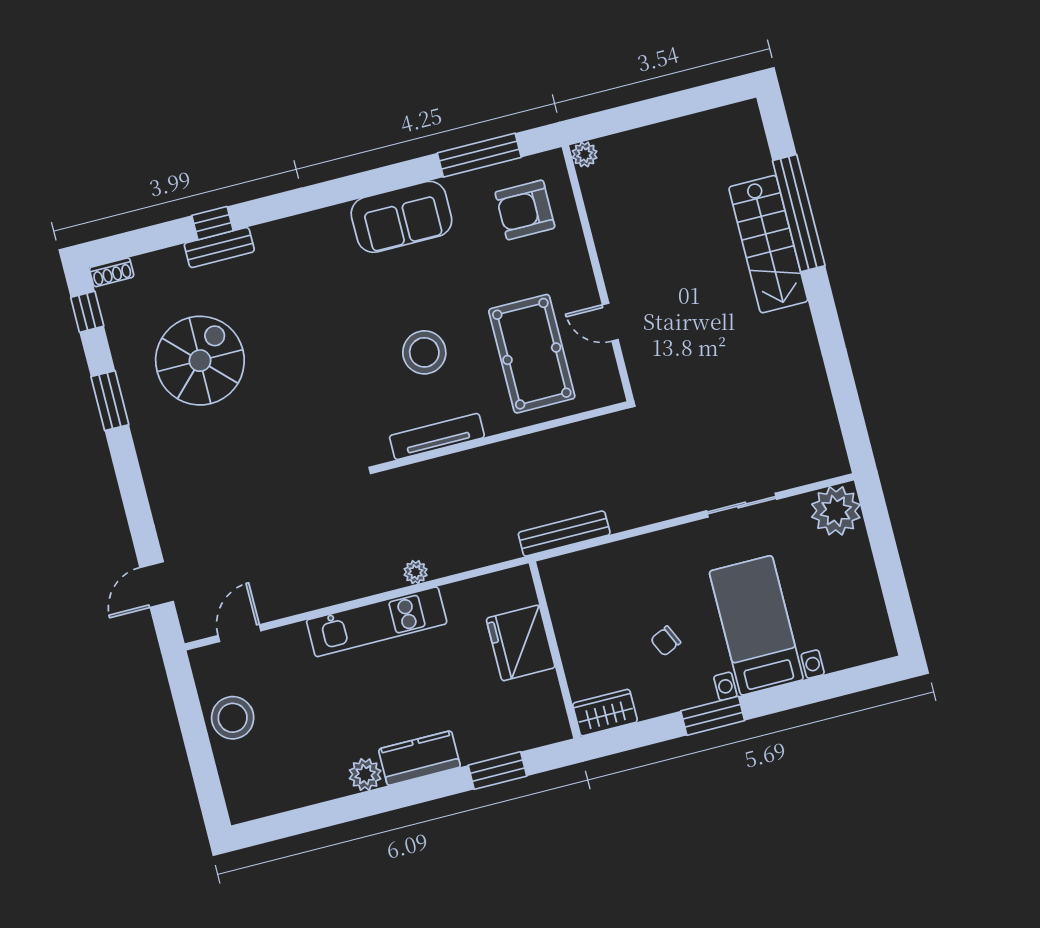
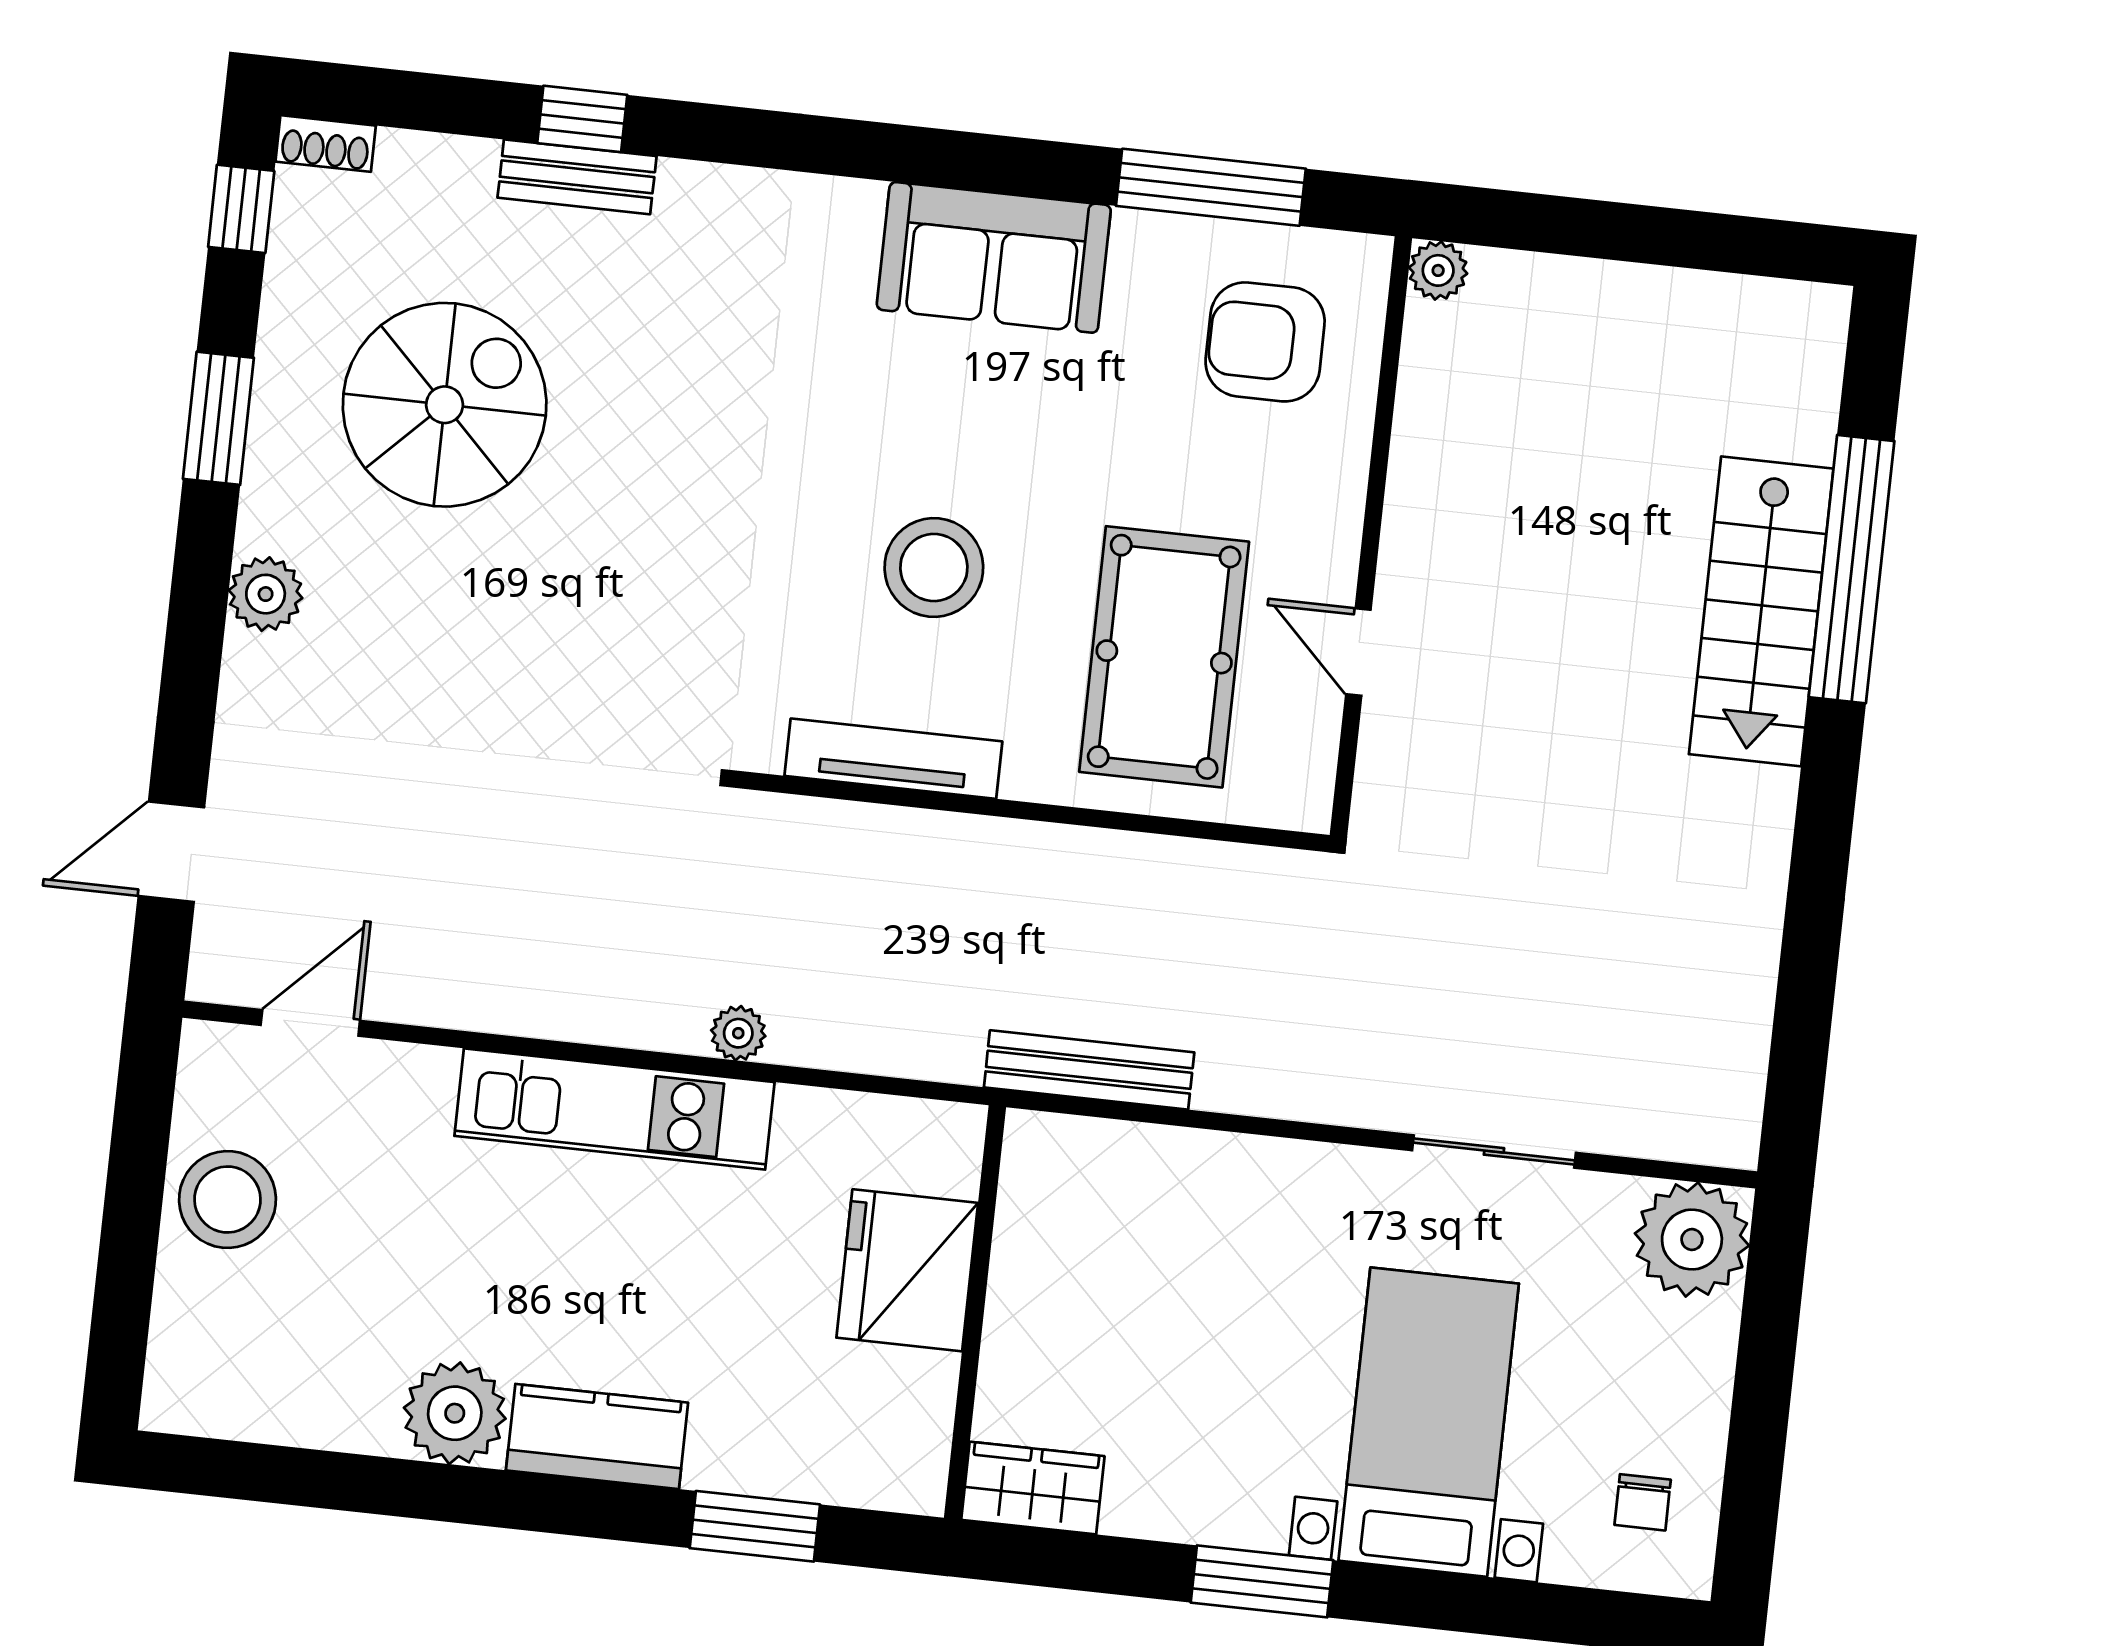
plant: (156, 465) -> (266, 594), added
chair: (666, 641) -> (1643, 1502), moved, turned -65
plant: (365, 775) -> (455, 1413), width x1.36, depth x1.36

